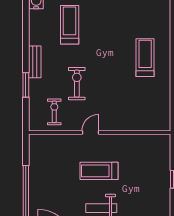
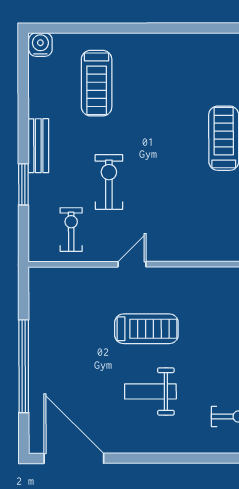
treadmill: (70, 25) -> (97, 83), turned 180
treadmill: (99, 171) -> (146, 329), turned 180

